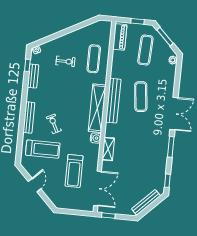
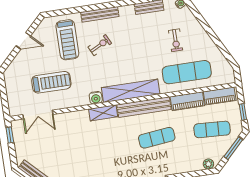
exercise mat: (94, 59) -> (187, 72), width x1.36, depth x1.45
piano: (117, 64) -> (187, 101), added
shelving: (108, 149) -> (103, 113), moved
treadmill: (74, 171) -> (51, 82), turned 180
double door: (98, 188) -> (38, 115), width x0.73

